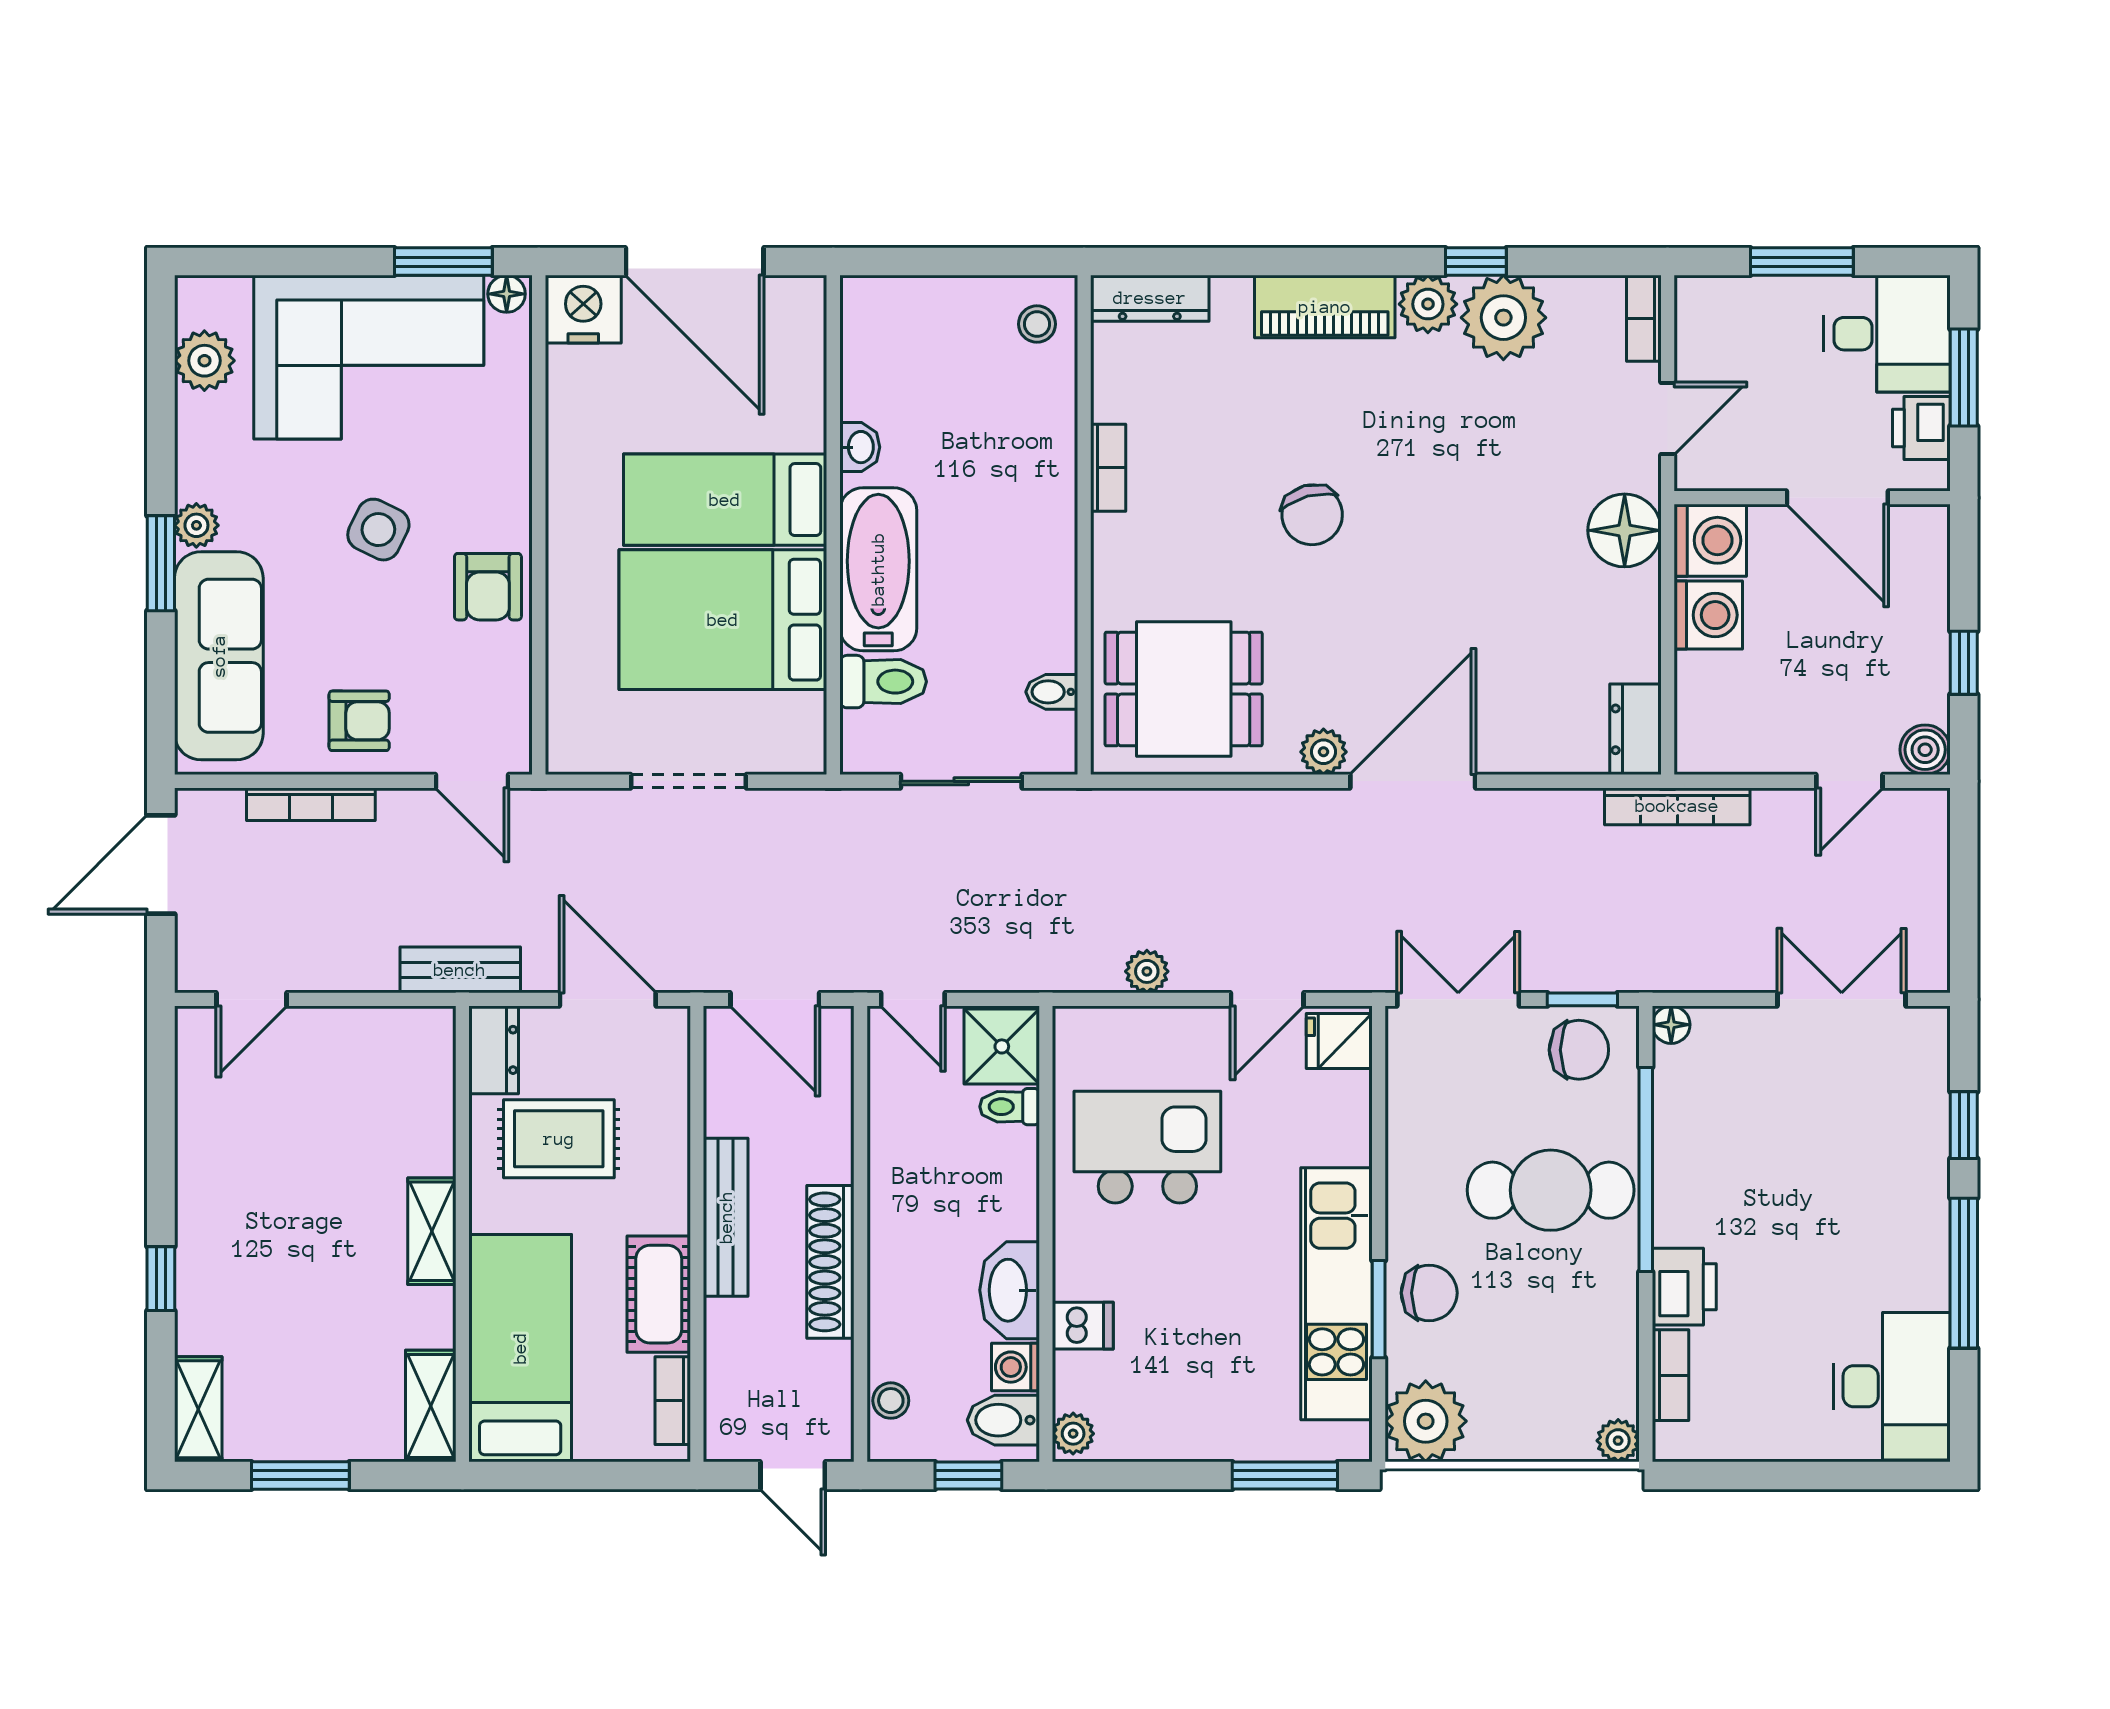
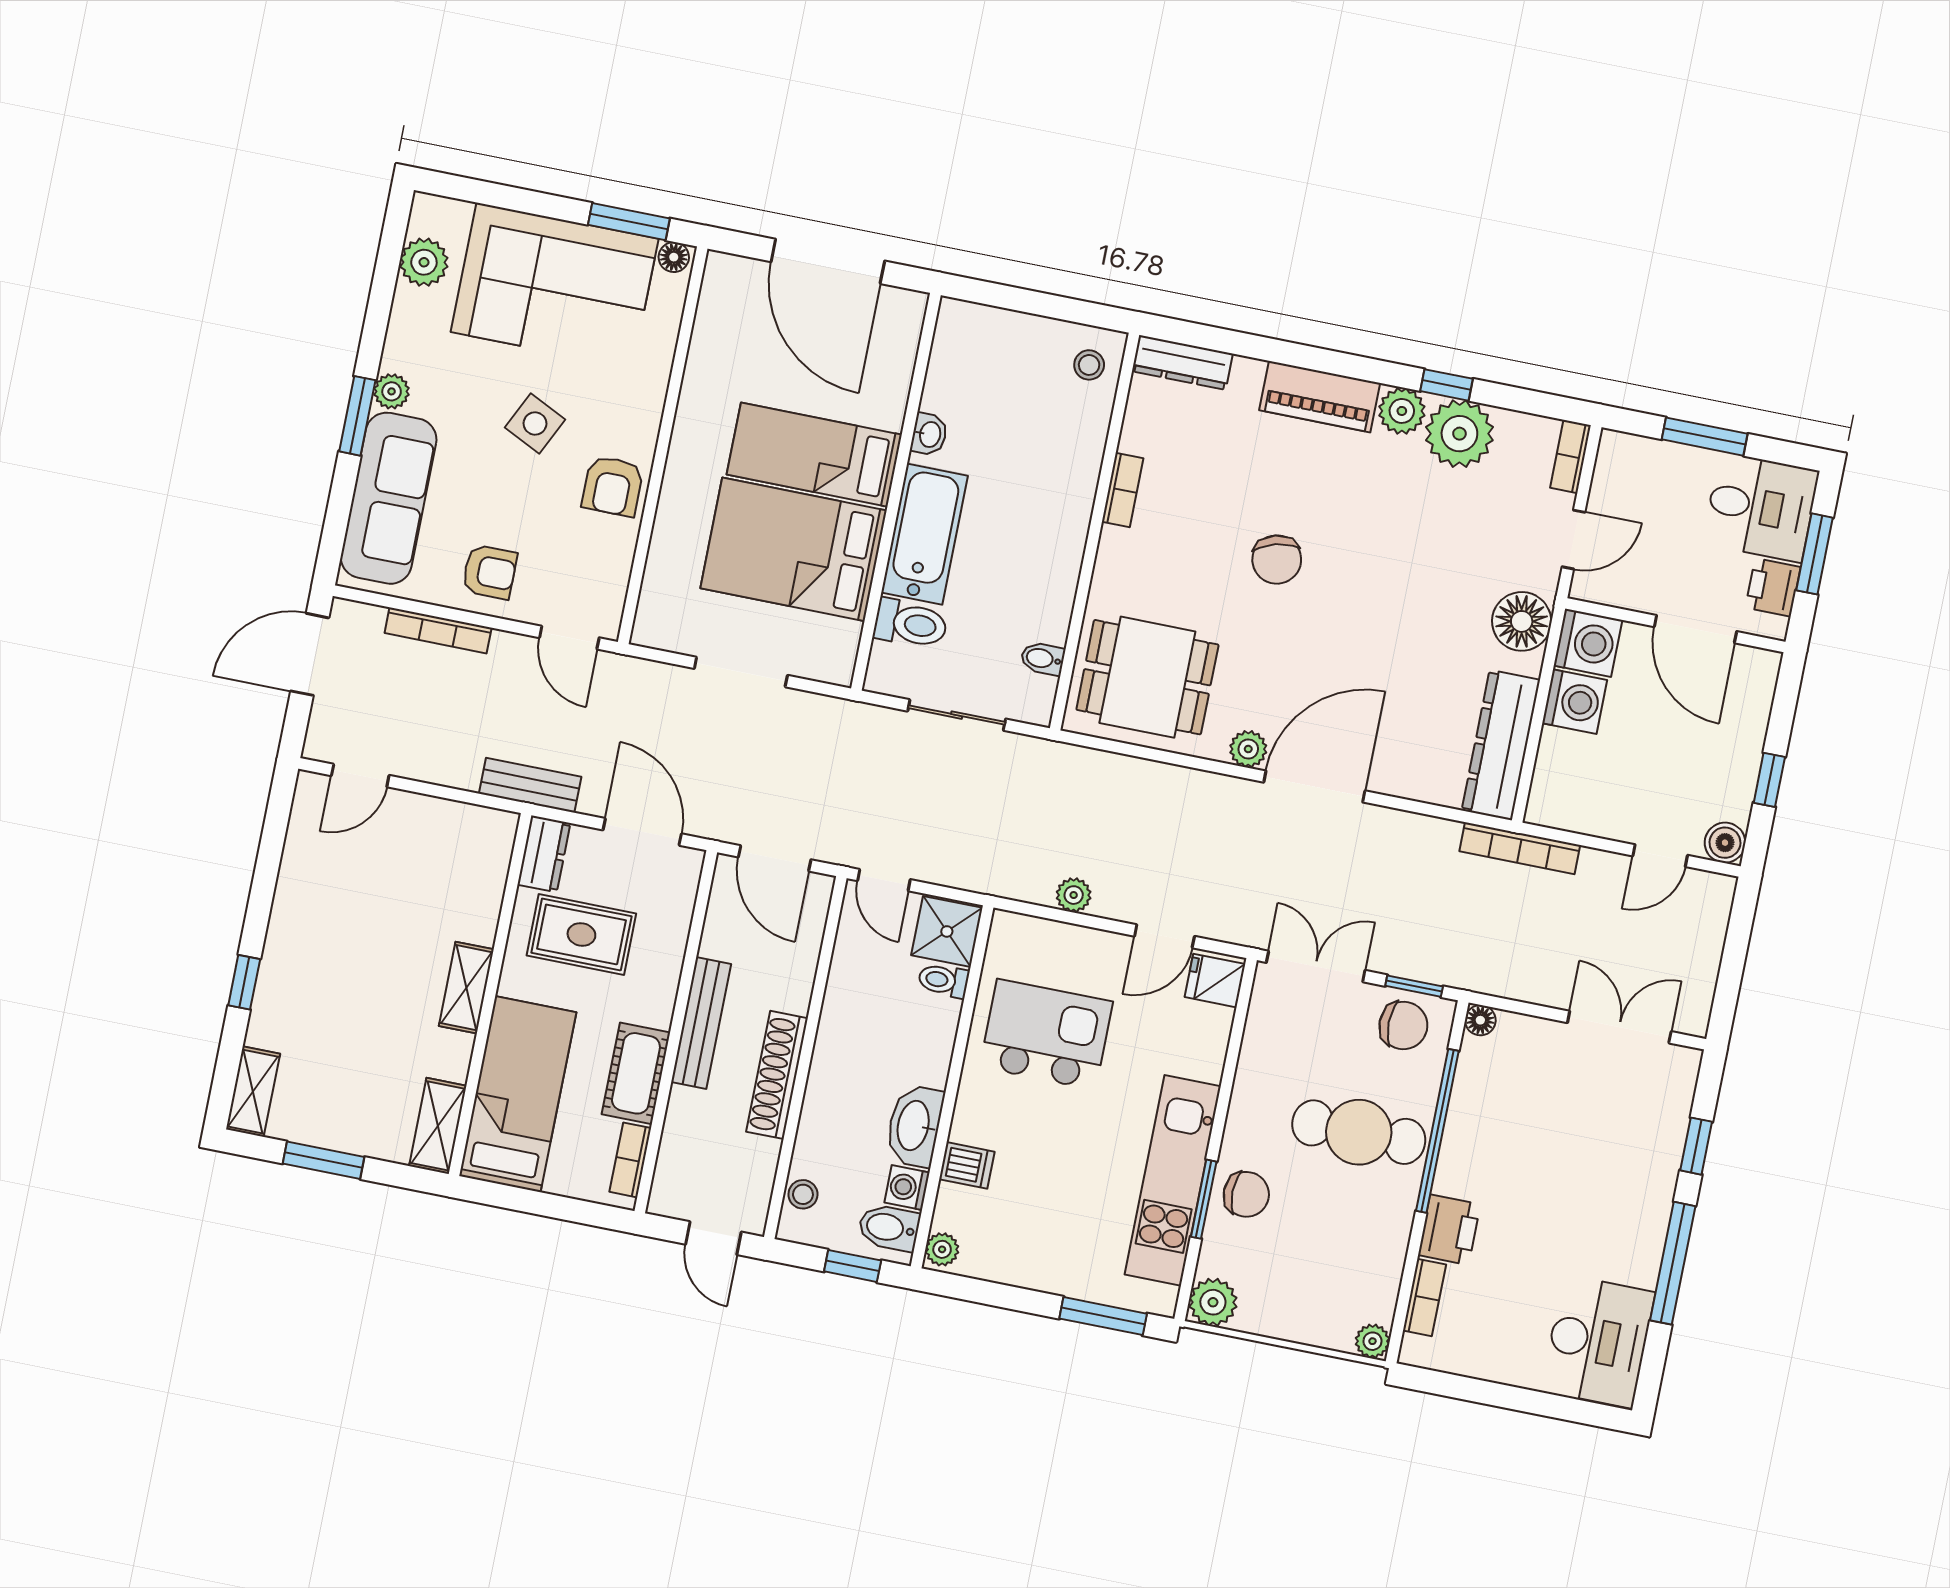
nightstand: (583, 309) -> (732, 281), removed
dresser: (1636, 729) -> (1501, 745), width x1.96, depth x1.24
plant: (1426, 1421) -> (1213, 1302), width x0.73, depth x0.73

